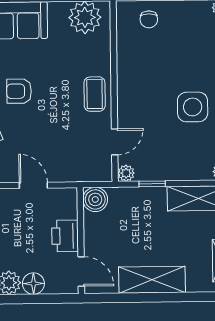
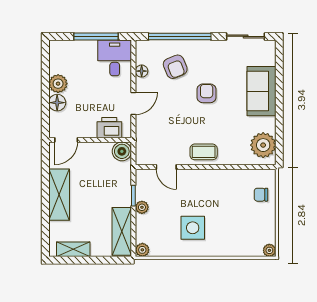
plant: (126, 173) -> (142, 207), moved
printer: (65, 236) -> (109, 128), moved

